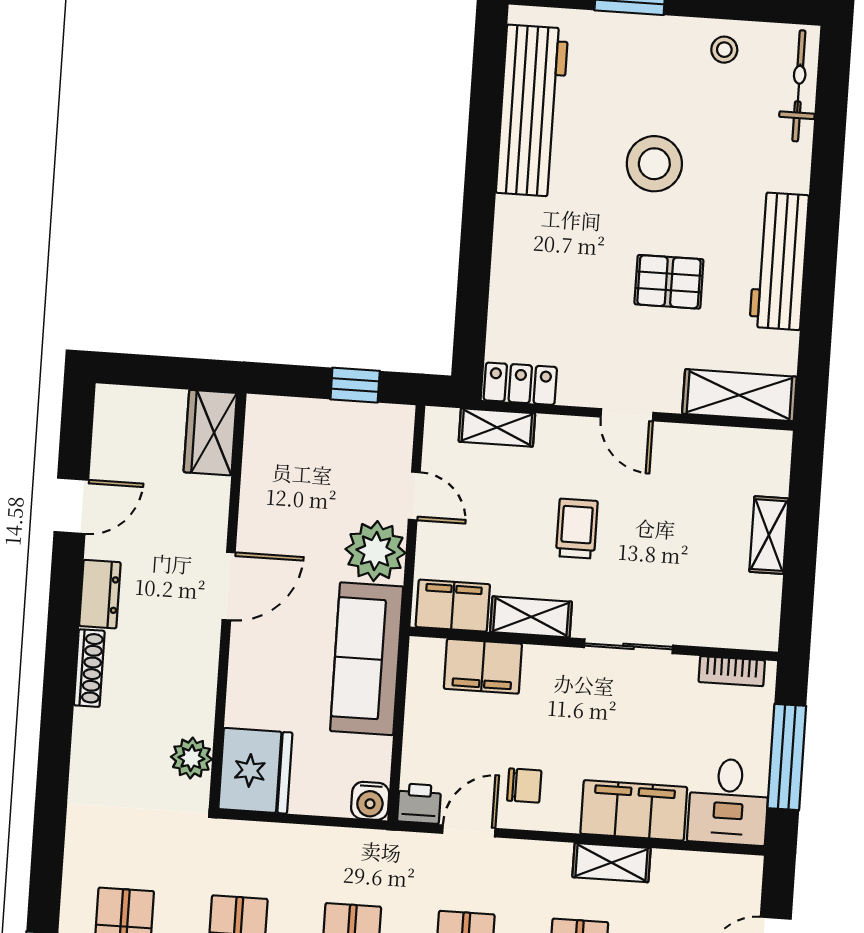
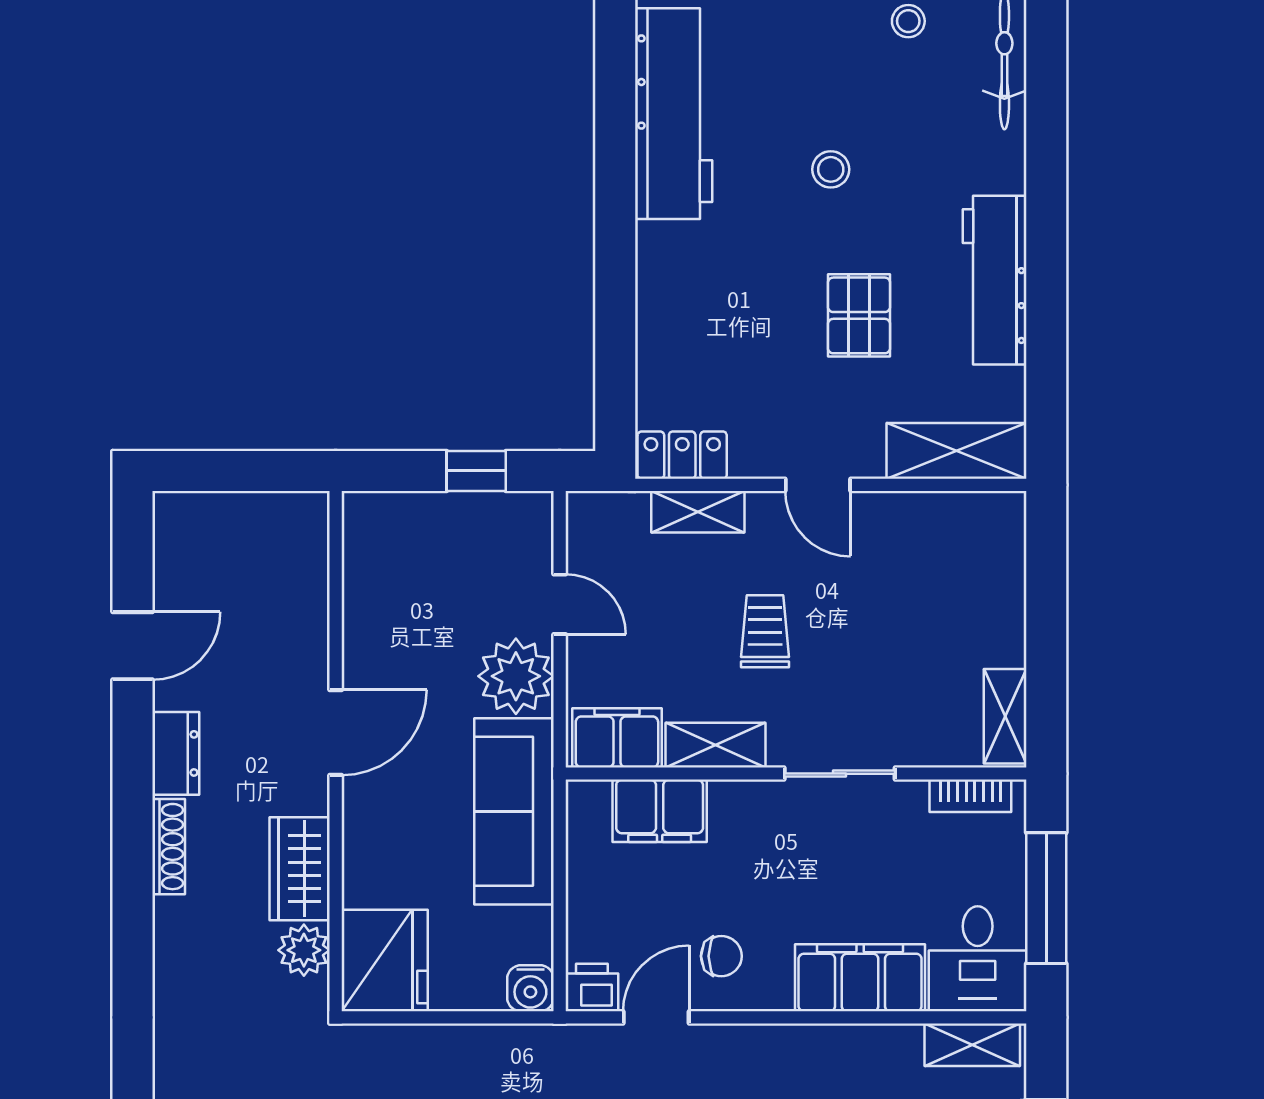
stool: (654, 164) -> (831, 169), width x0.53, depth x0.53
pallet: (669, 282) -> (859, 315), turned 90
shelving: (497, 427) -> (698, 512), moved
wardrobe: (210, 433) -> (300, 869), moved
shelving: (769, 535) -> (1005, 716), moved
shelving: (612, 863) -> (972, 1045), moved

